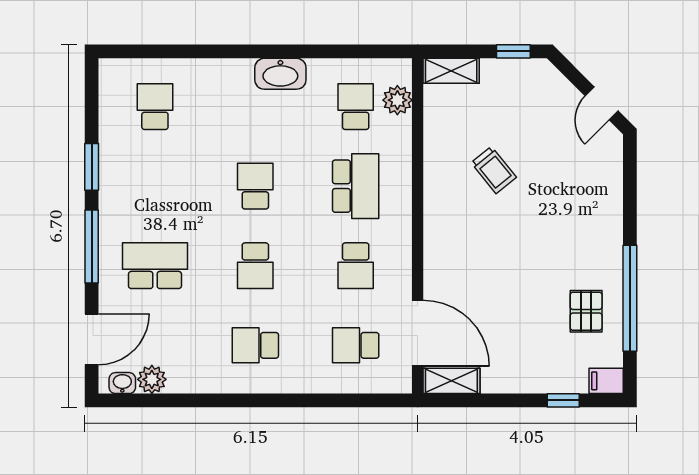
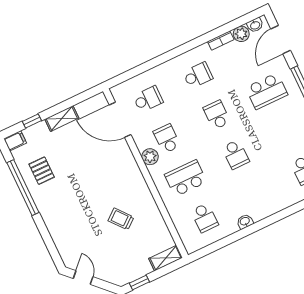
washbasin: (280, 74) -> (245, 221), width x0.52, depth x0.69
plant: (397, 100) -> (150, 157), moved
school desk: (356, 186) -> (186, 178), turned 90
shelving: (451, 381) -> (62, 119), moved
bookcase: (191, 385) -> (221, 41), added

